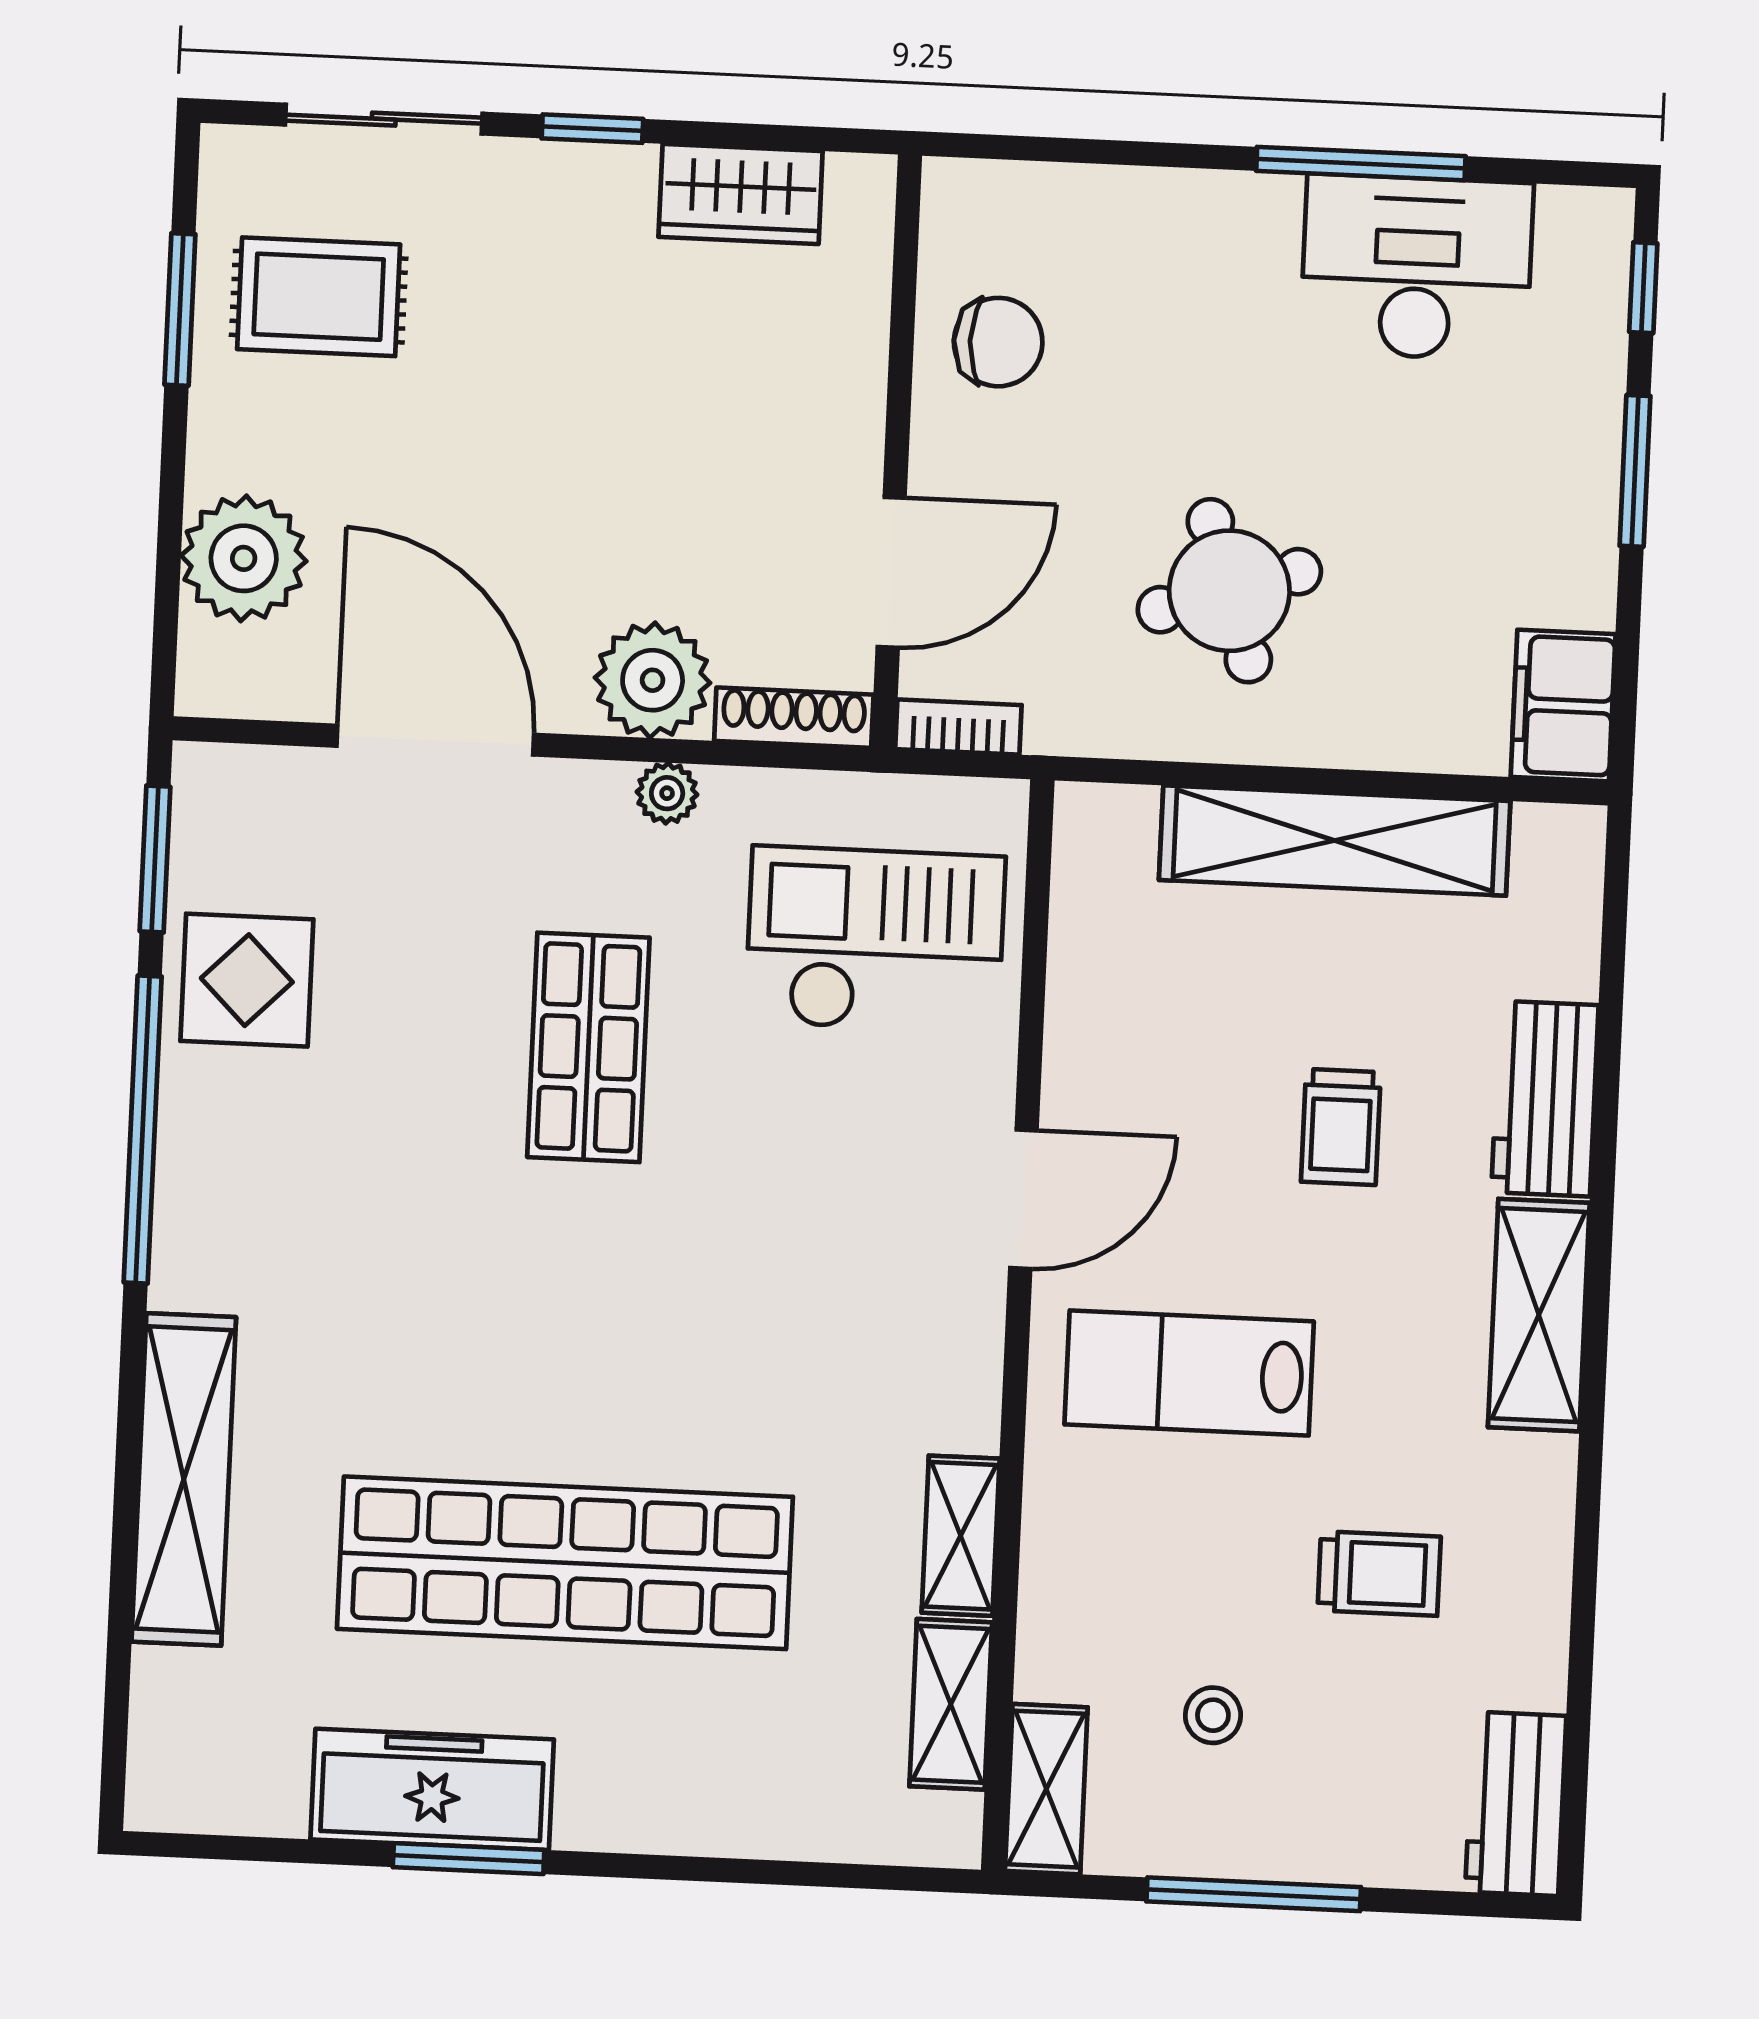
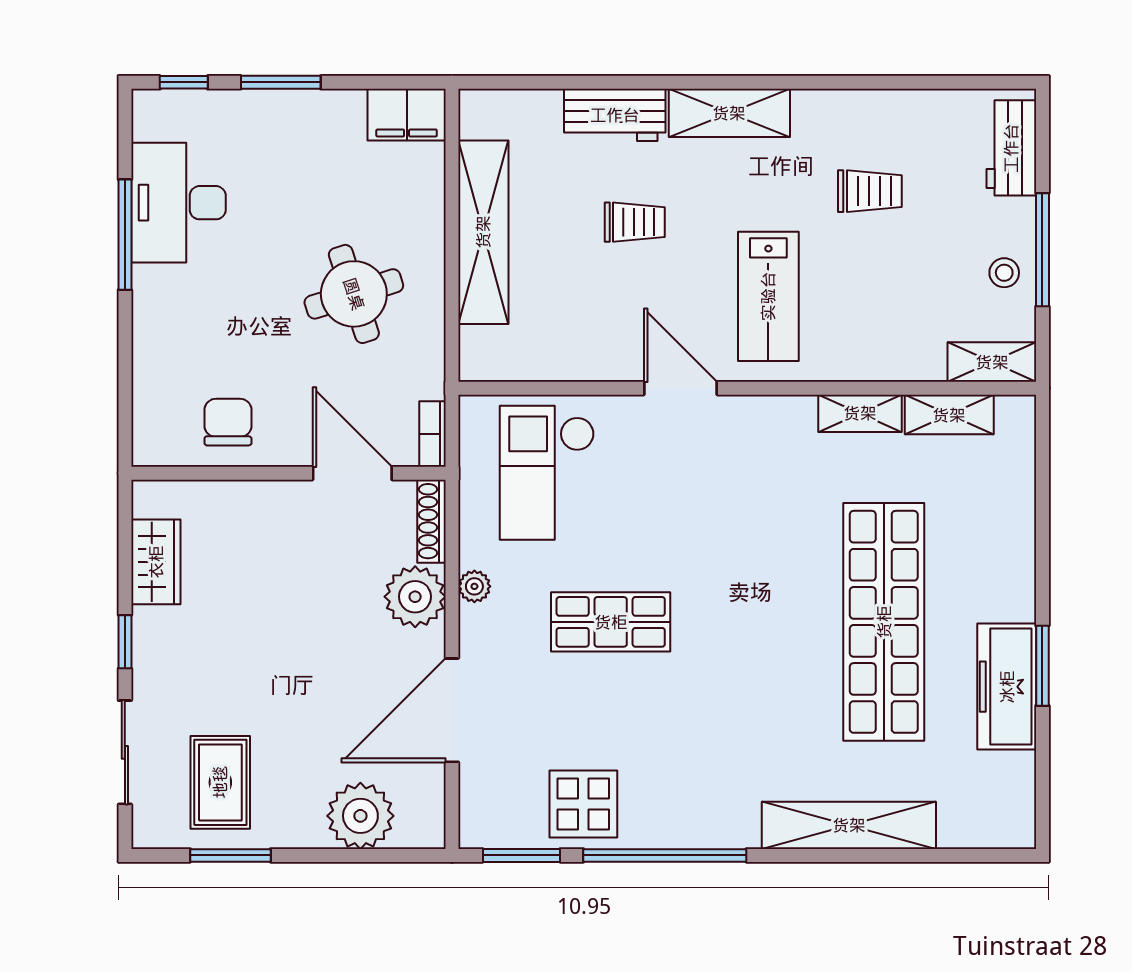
trolley: (1379, 1574) -> (870, 191), turned 90
stool: (1213, 1715) -> (1004, 273), moved
workbench: (1516, 1804) -> (1011, 148), moved, turned 90

